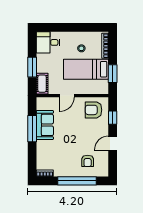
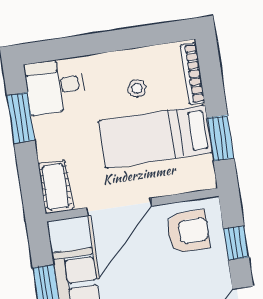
window: (32, 67) -> (21, 118), moved
door: (67, 96) -> (119, 207), width x1.88
armchair: (94, 110) -> (188, 231), turned 180

